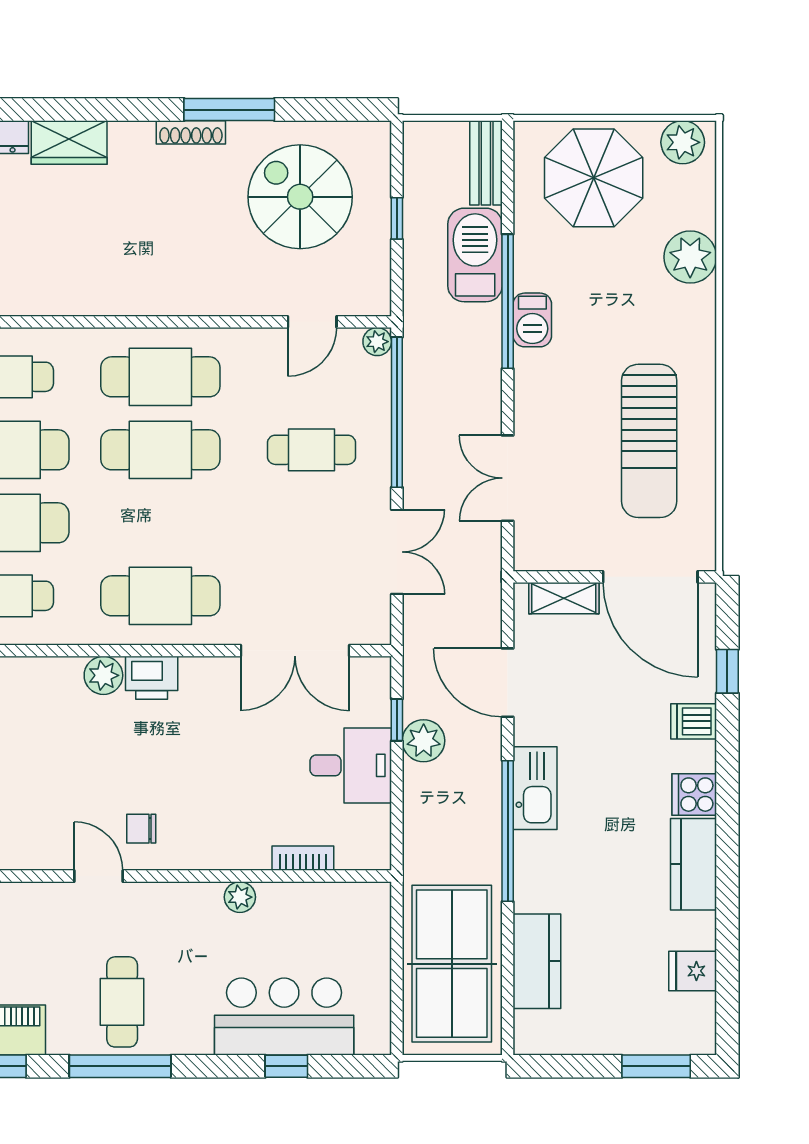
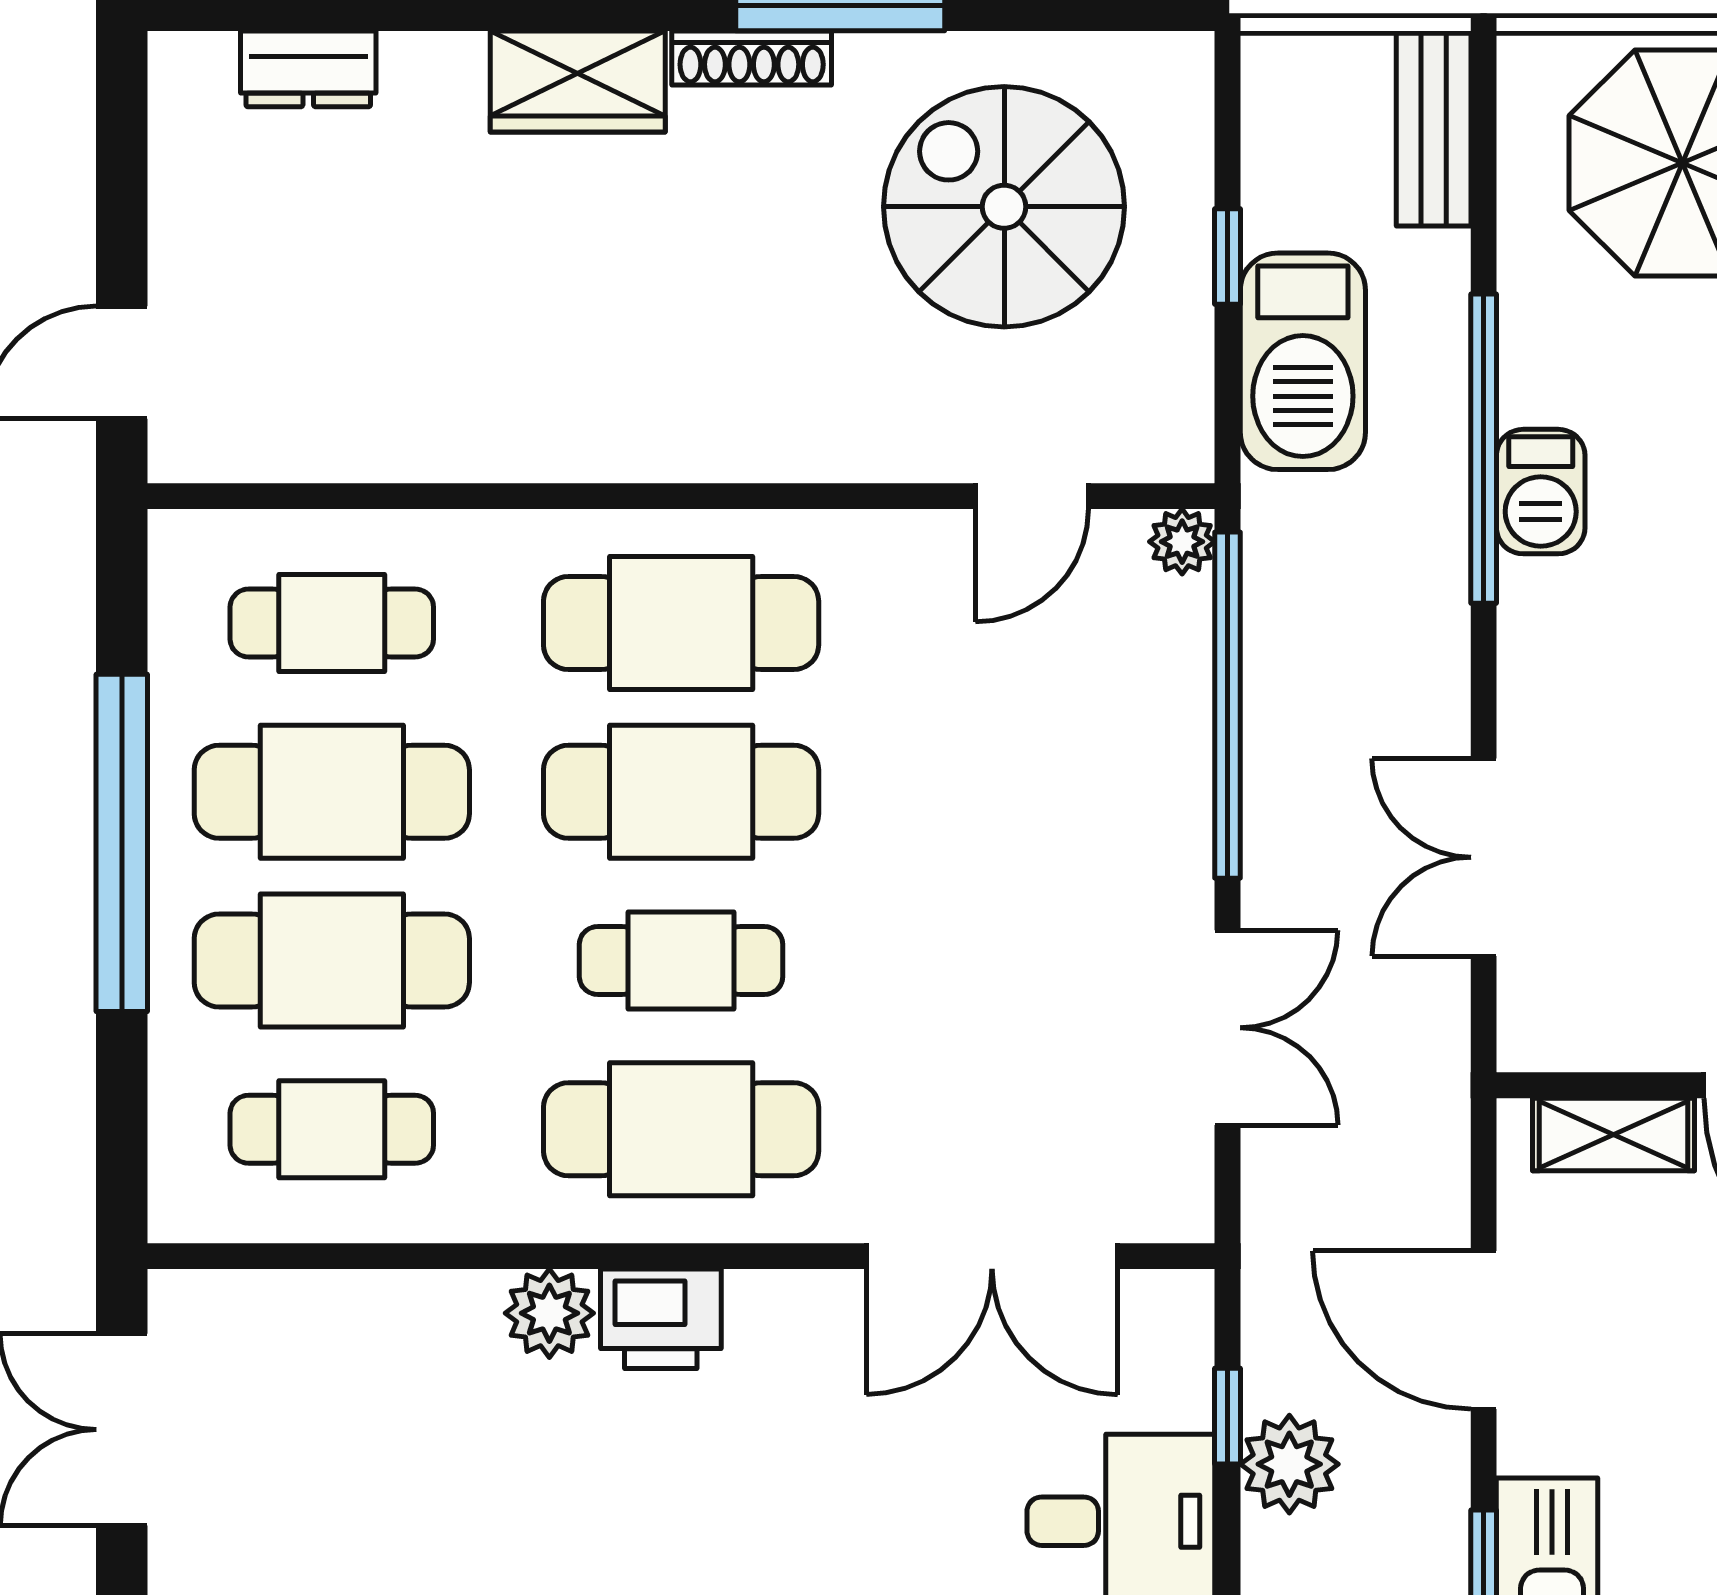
wardrobe: (69, 143) -> (578, 81), moved
barbecue: (475, 255) -> (1303, 361), moved, turned 180
cafe table: (311, 450) -> (681, 960), moved

